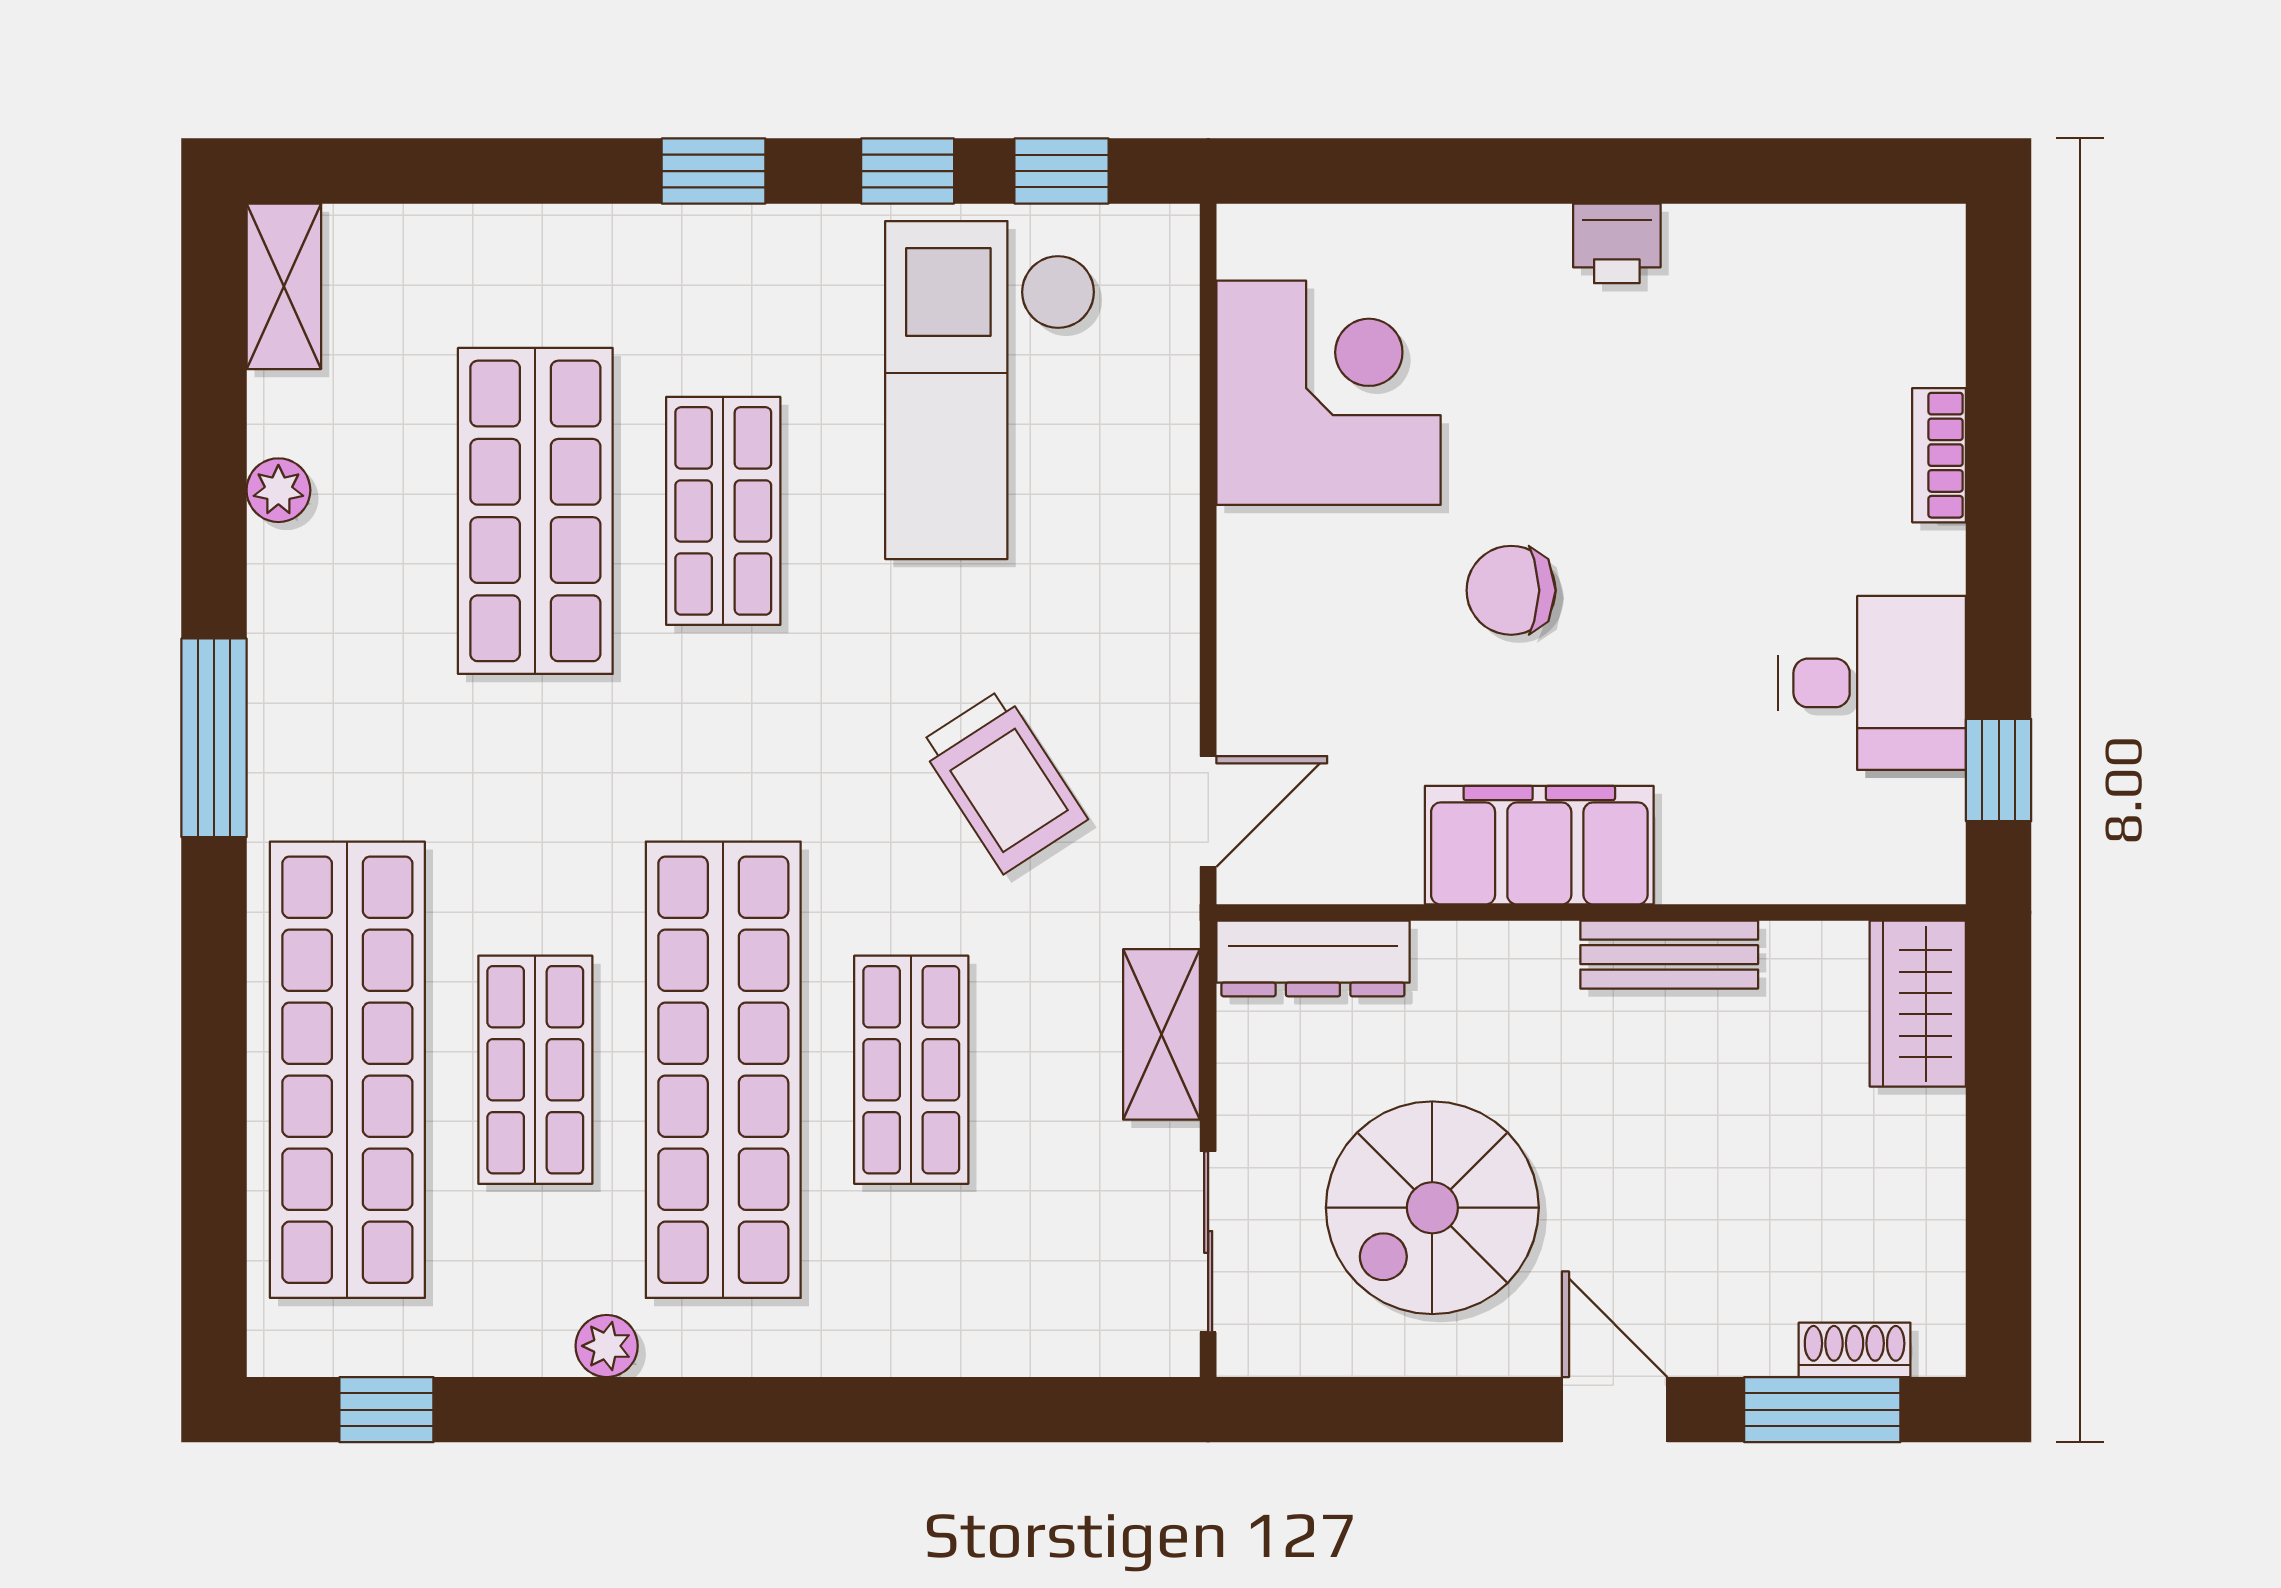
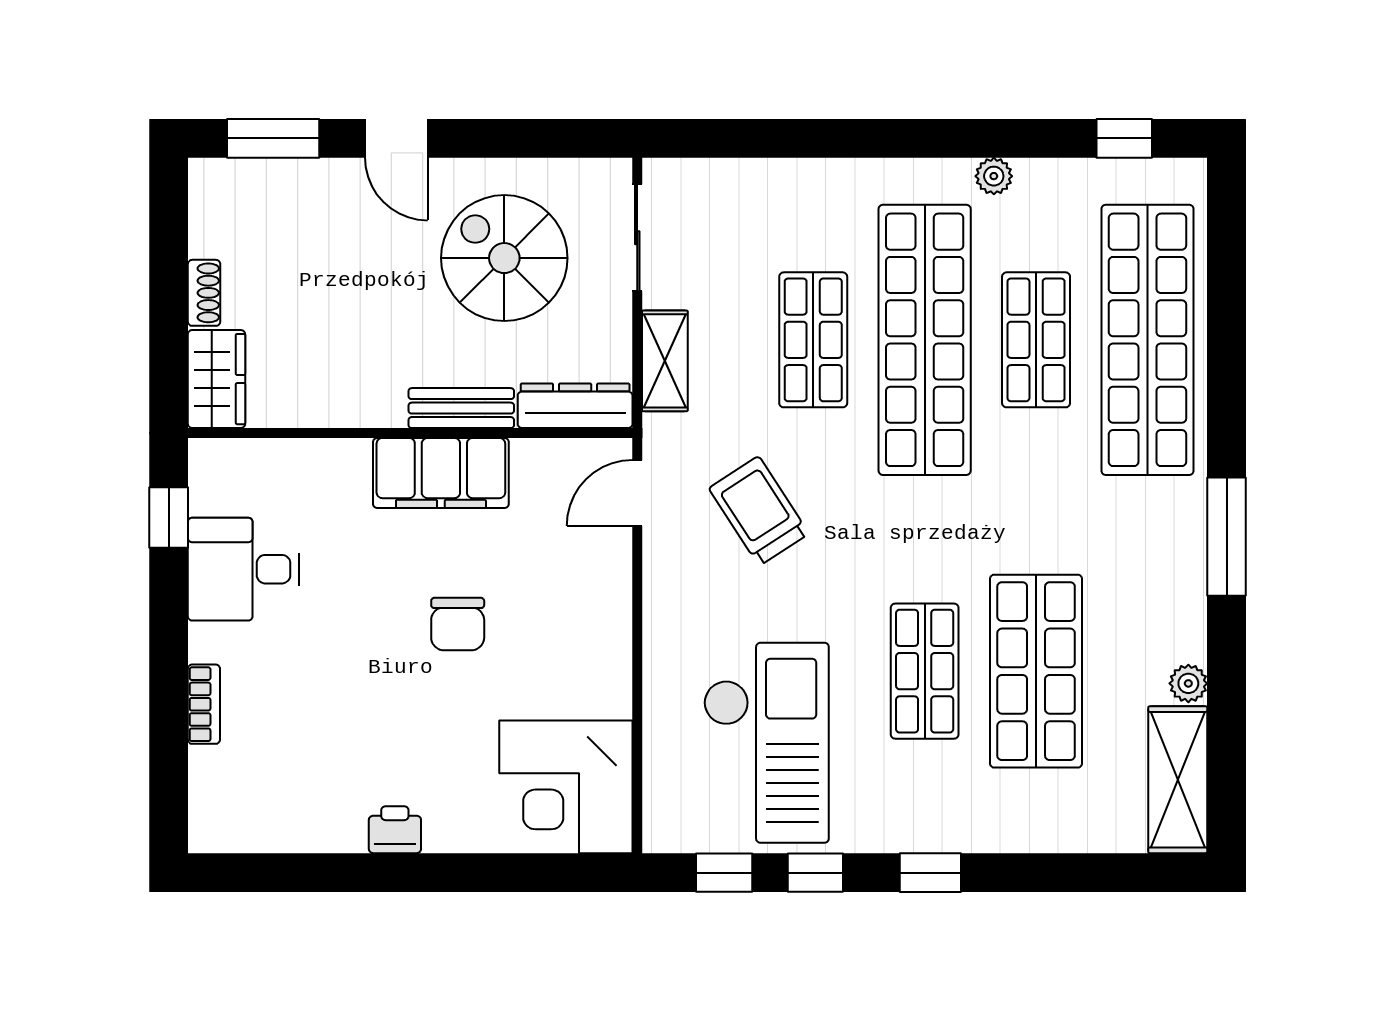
shelving: (284, 286) -> (1178, 780), width x1.50, depth x1.33
corner desk: (1328, 393) -> (566, 787), moved
chair: (1511, 590) -> (458, 624), turned 90
bench: (1669, 955) -> (461, 408), moved
spiral stairs: (1432, 1208) -> (504, 258), turned -90
shoe rack: (1855, 1350) -> (204, 293), moved, turned -90

